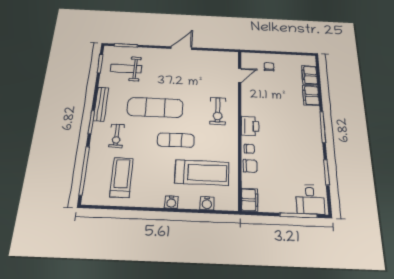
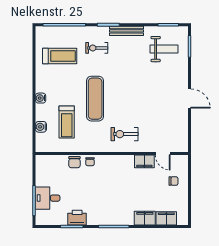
weight bench: (126, 69) -> (164, 49), turned 90
exercise mat: (155, 107) -> (125, 79), removed
printer: (250, 126) -> (77, 218), moved, turned 180
exercise mat: (176, 140) -> (95, 99), width x1.36, depth x1.45
treadmill: (202, 173) -> (67, 122), width x0.73, depth x0.73
desk: (310, 199) -> (48, 198), moved
filing cabinet: (250, 200) -> (144, 161), moved

